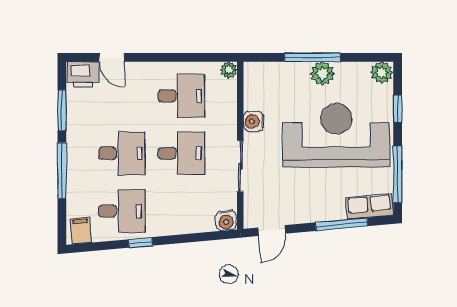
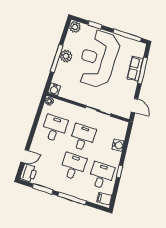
water cooler: (254, 121) -> (54, 89), moved
row of seats: (369, 207) -> (135, 69), moved
water cooler: (226, 220) -> (118, 145), moved

